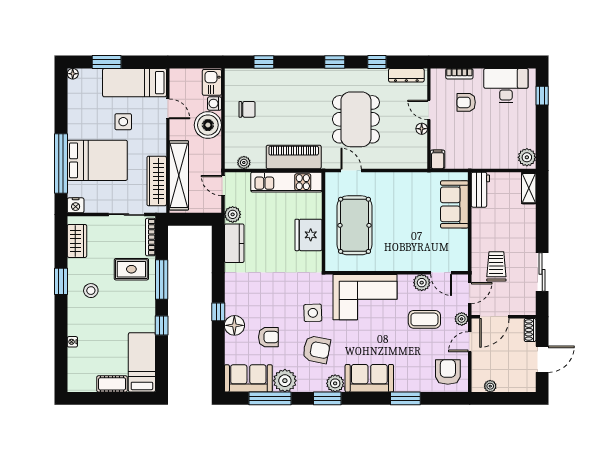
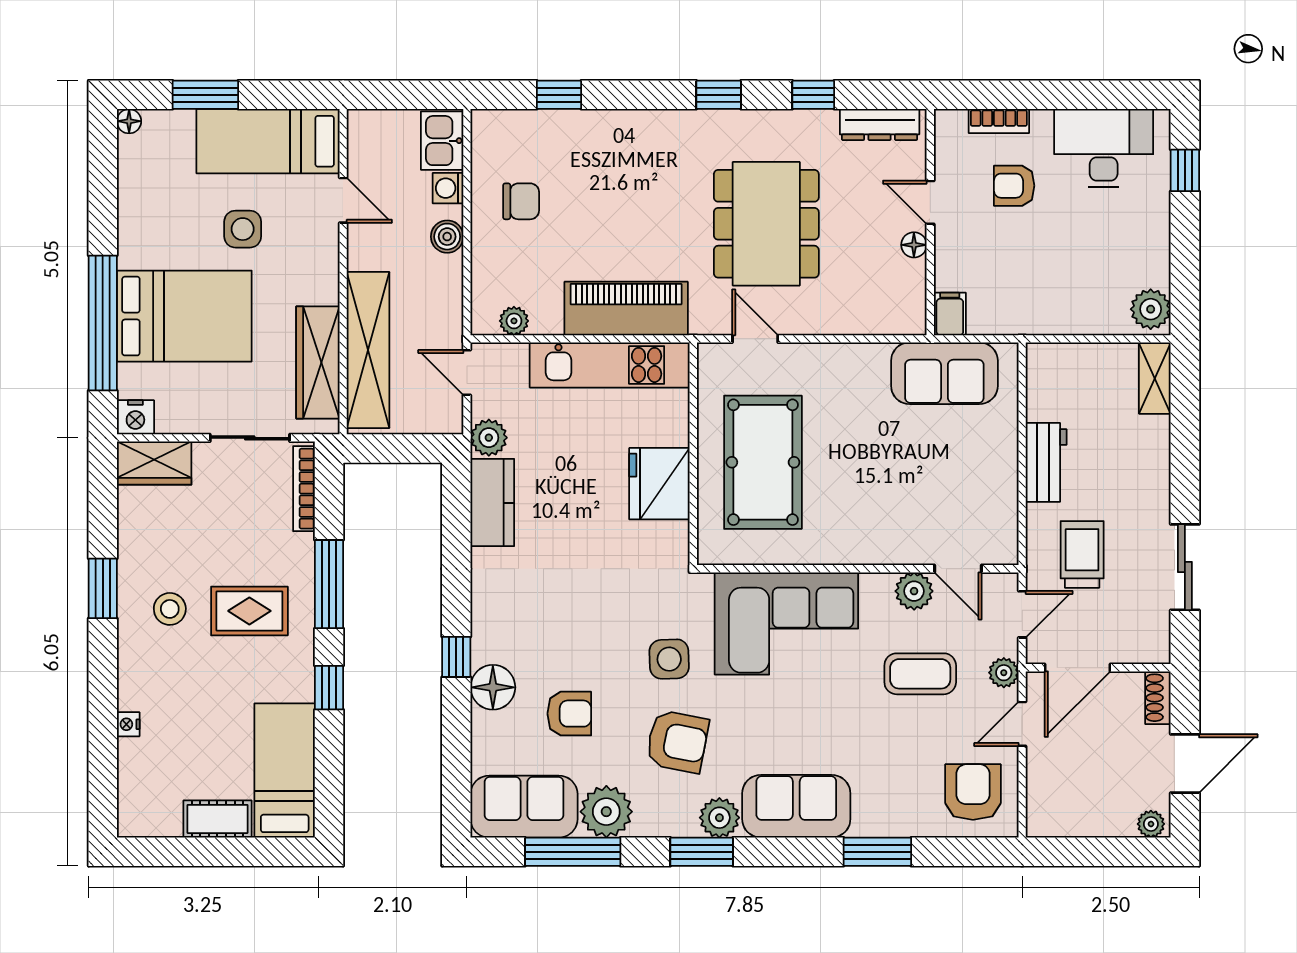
boiler: (208, 125) -> (447, 237), width x0.54, depth x0.54
workbench: (480, 190) -> (1046, 462), moved
sofa: (454, 204) -> (944, 373), moved, turned -90
wardrobe: (77, 241) -> (154, 463), moved, turned 90
rug: (131, 269) -> (249, 611), moved
plant: (490, 386) -> (1151, 824), moved

